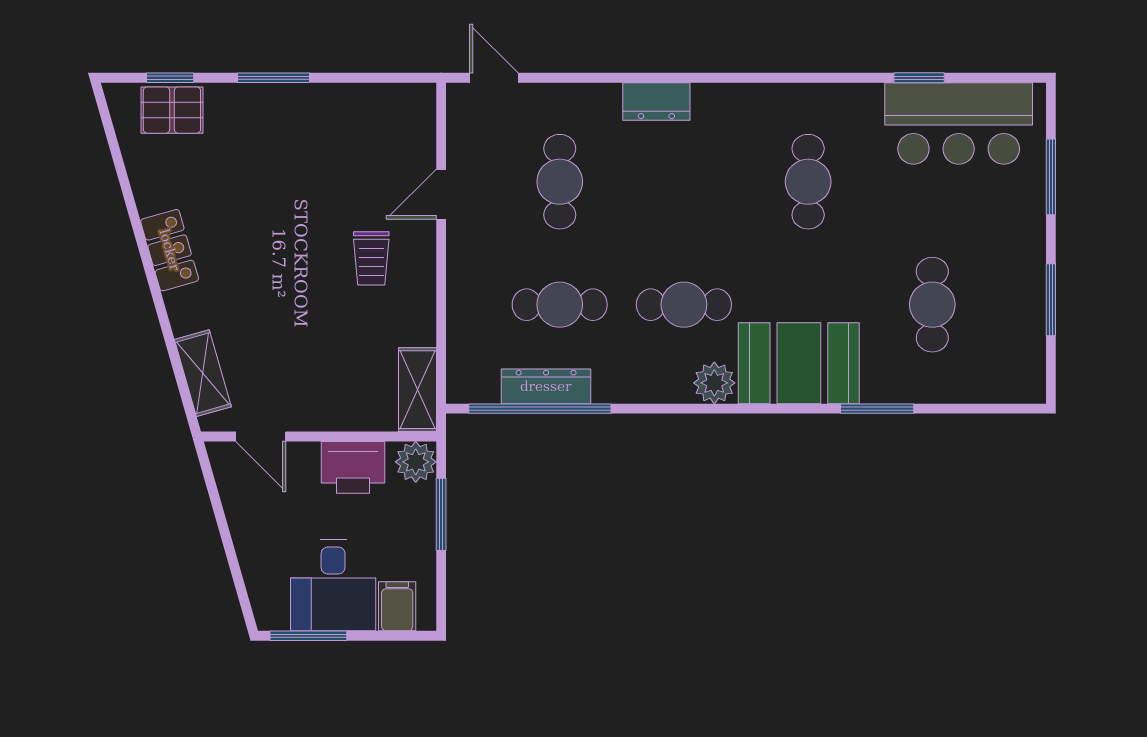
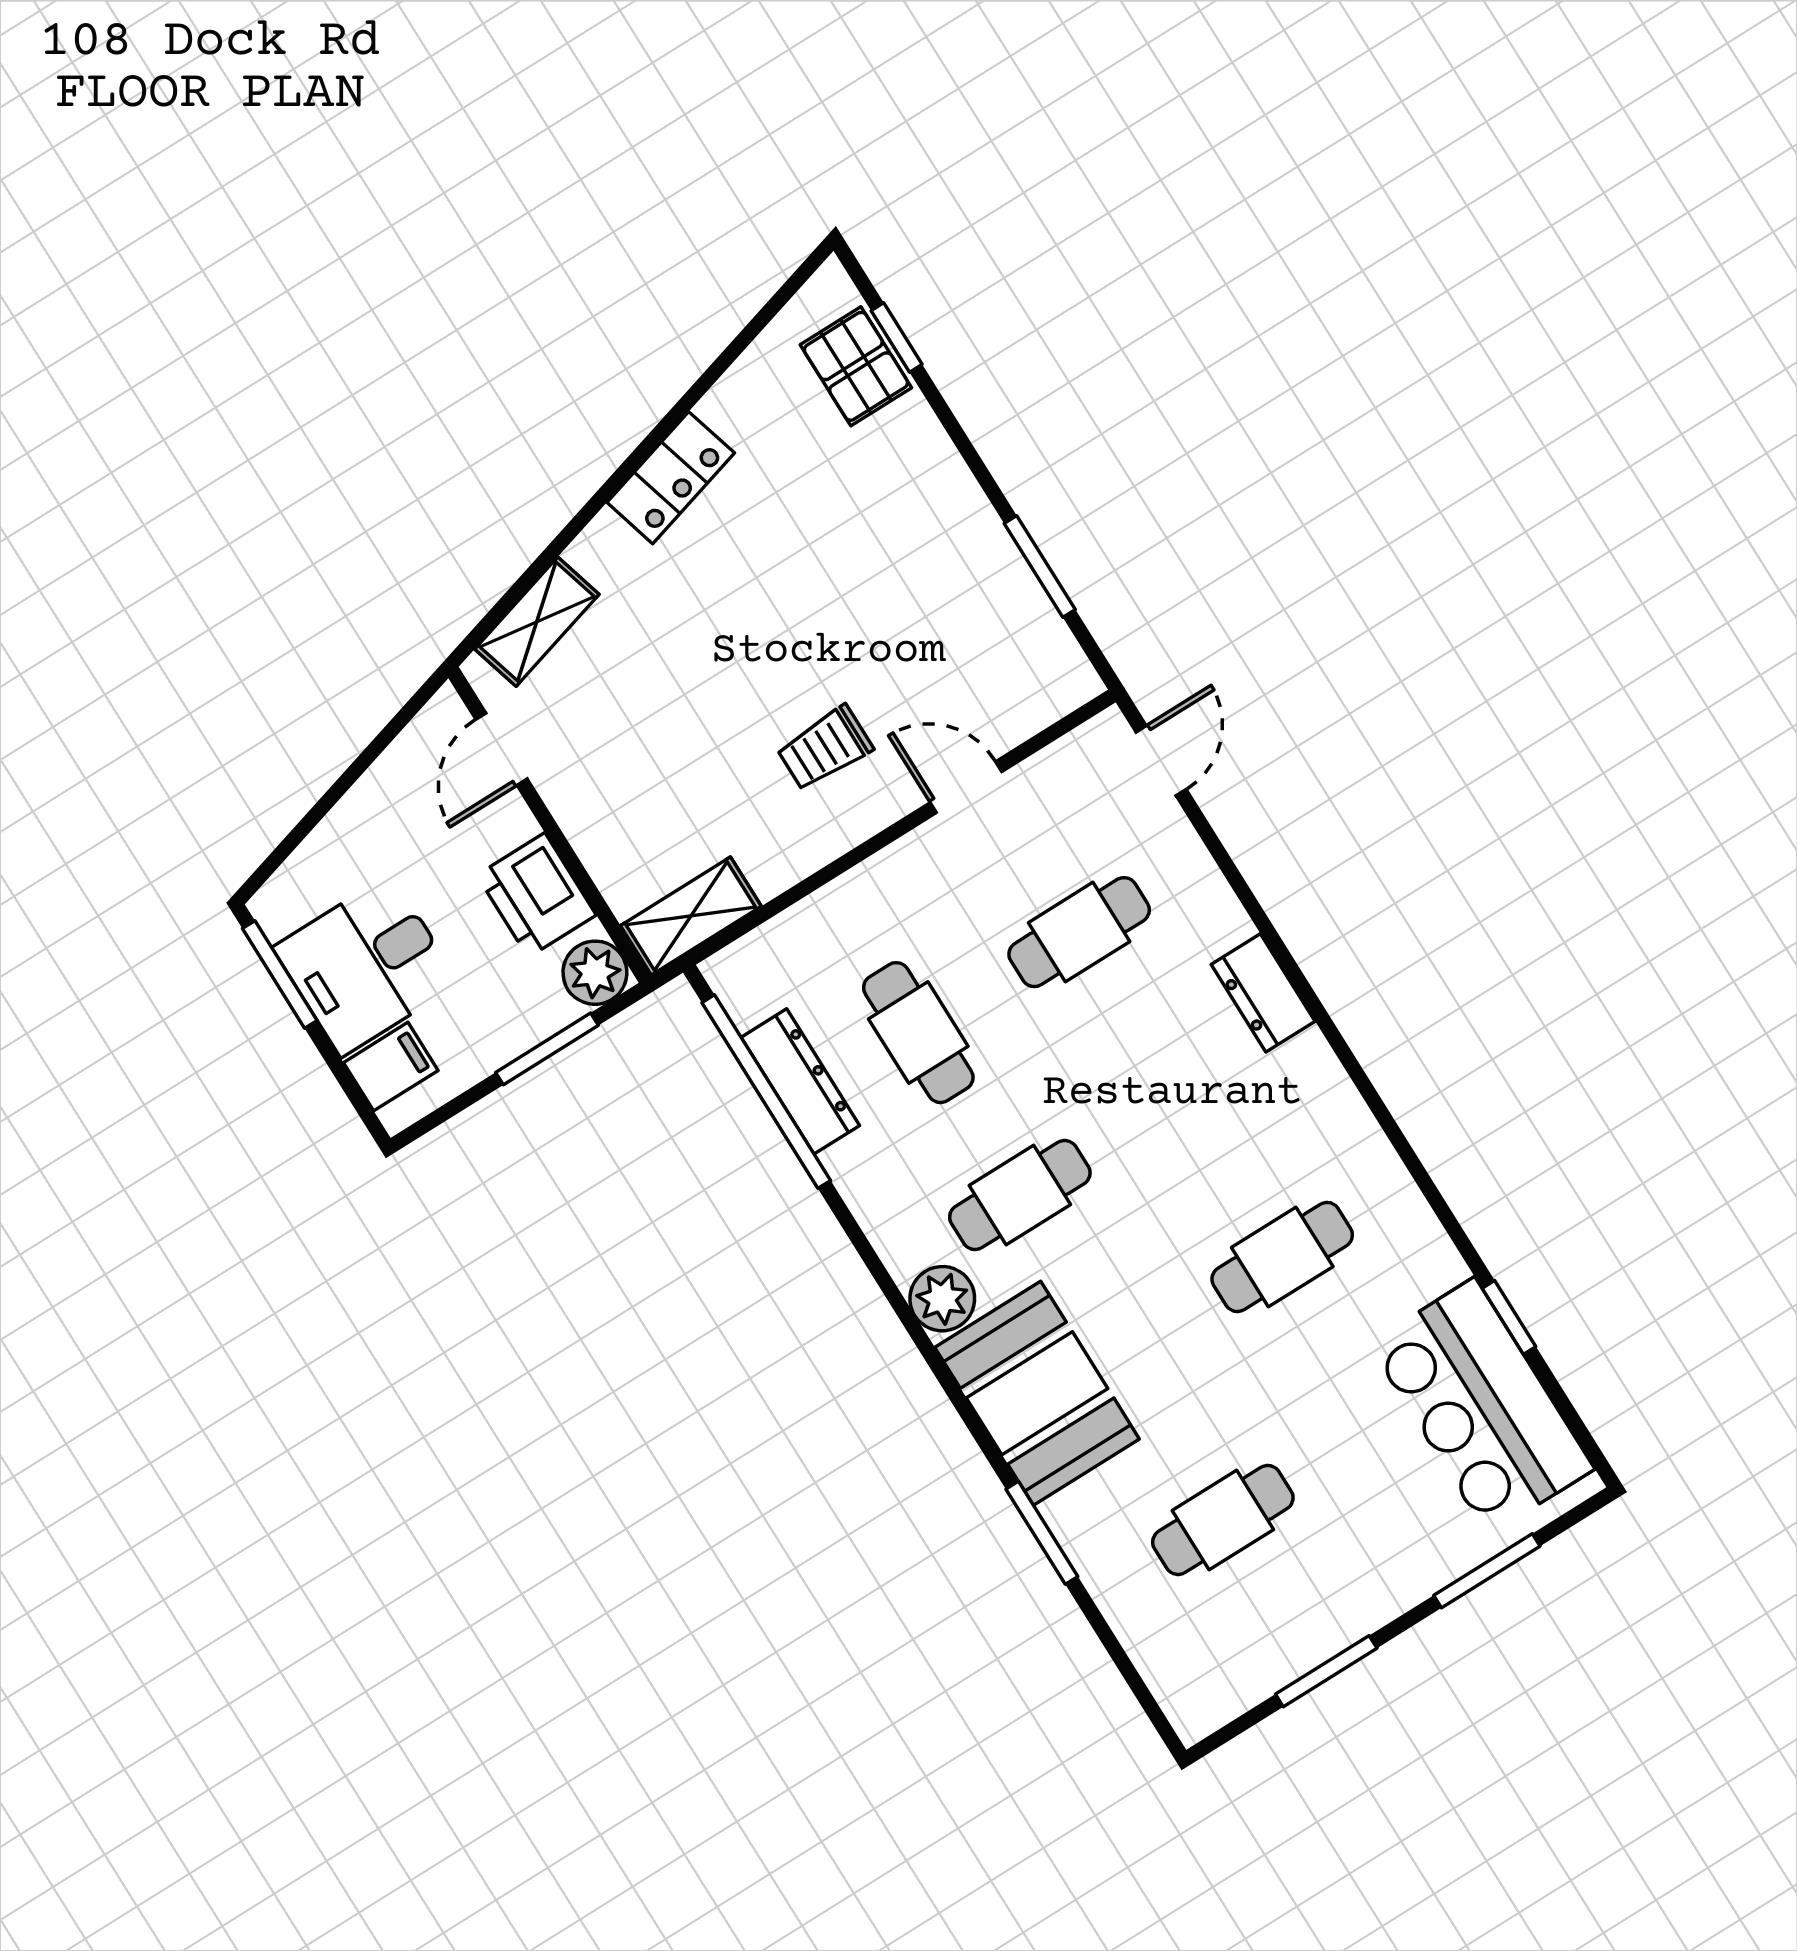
window: (273, 78) -> (1040, 566), moved
cafe table: (684, 305) -> (1020, 1195), turned 90

